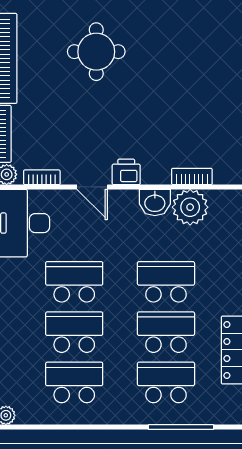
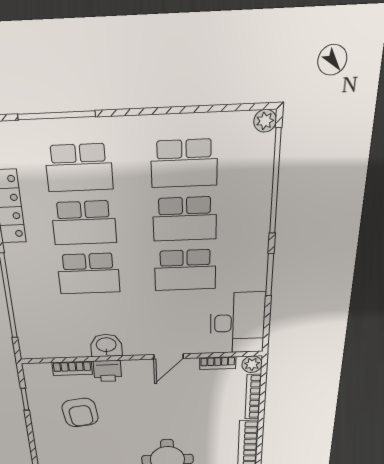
armchair: (189, 120) -> (80, 413), added
printer: (126, 172) -> (107, 371), moved
door: (92, 187) -> (168, 357), swing flipped
plant: (190, 207) -> (71, 342), removed

